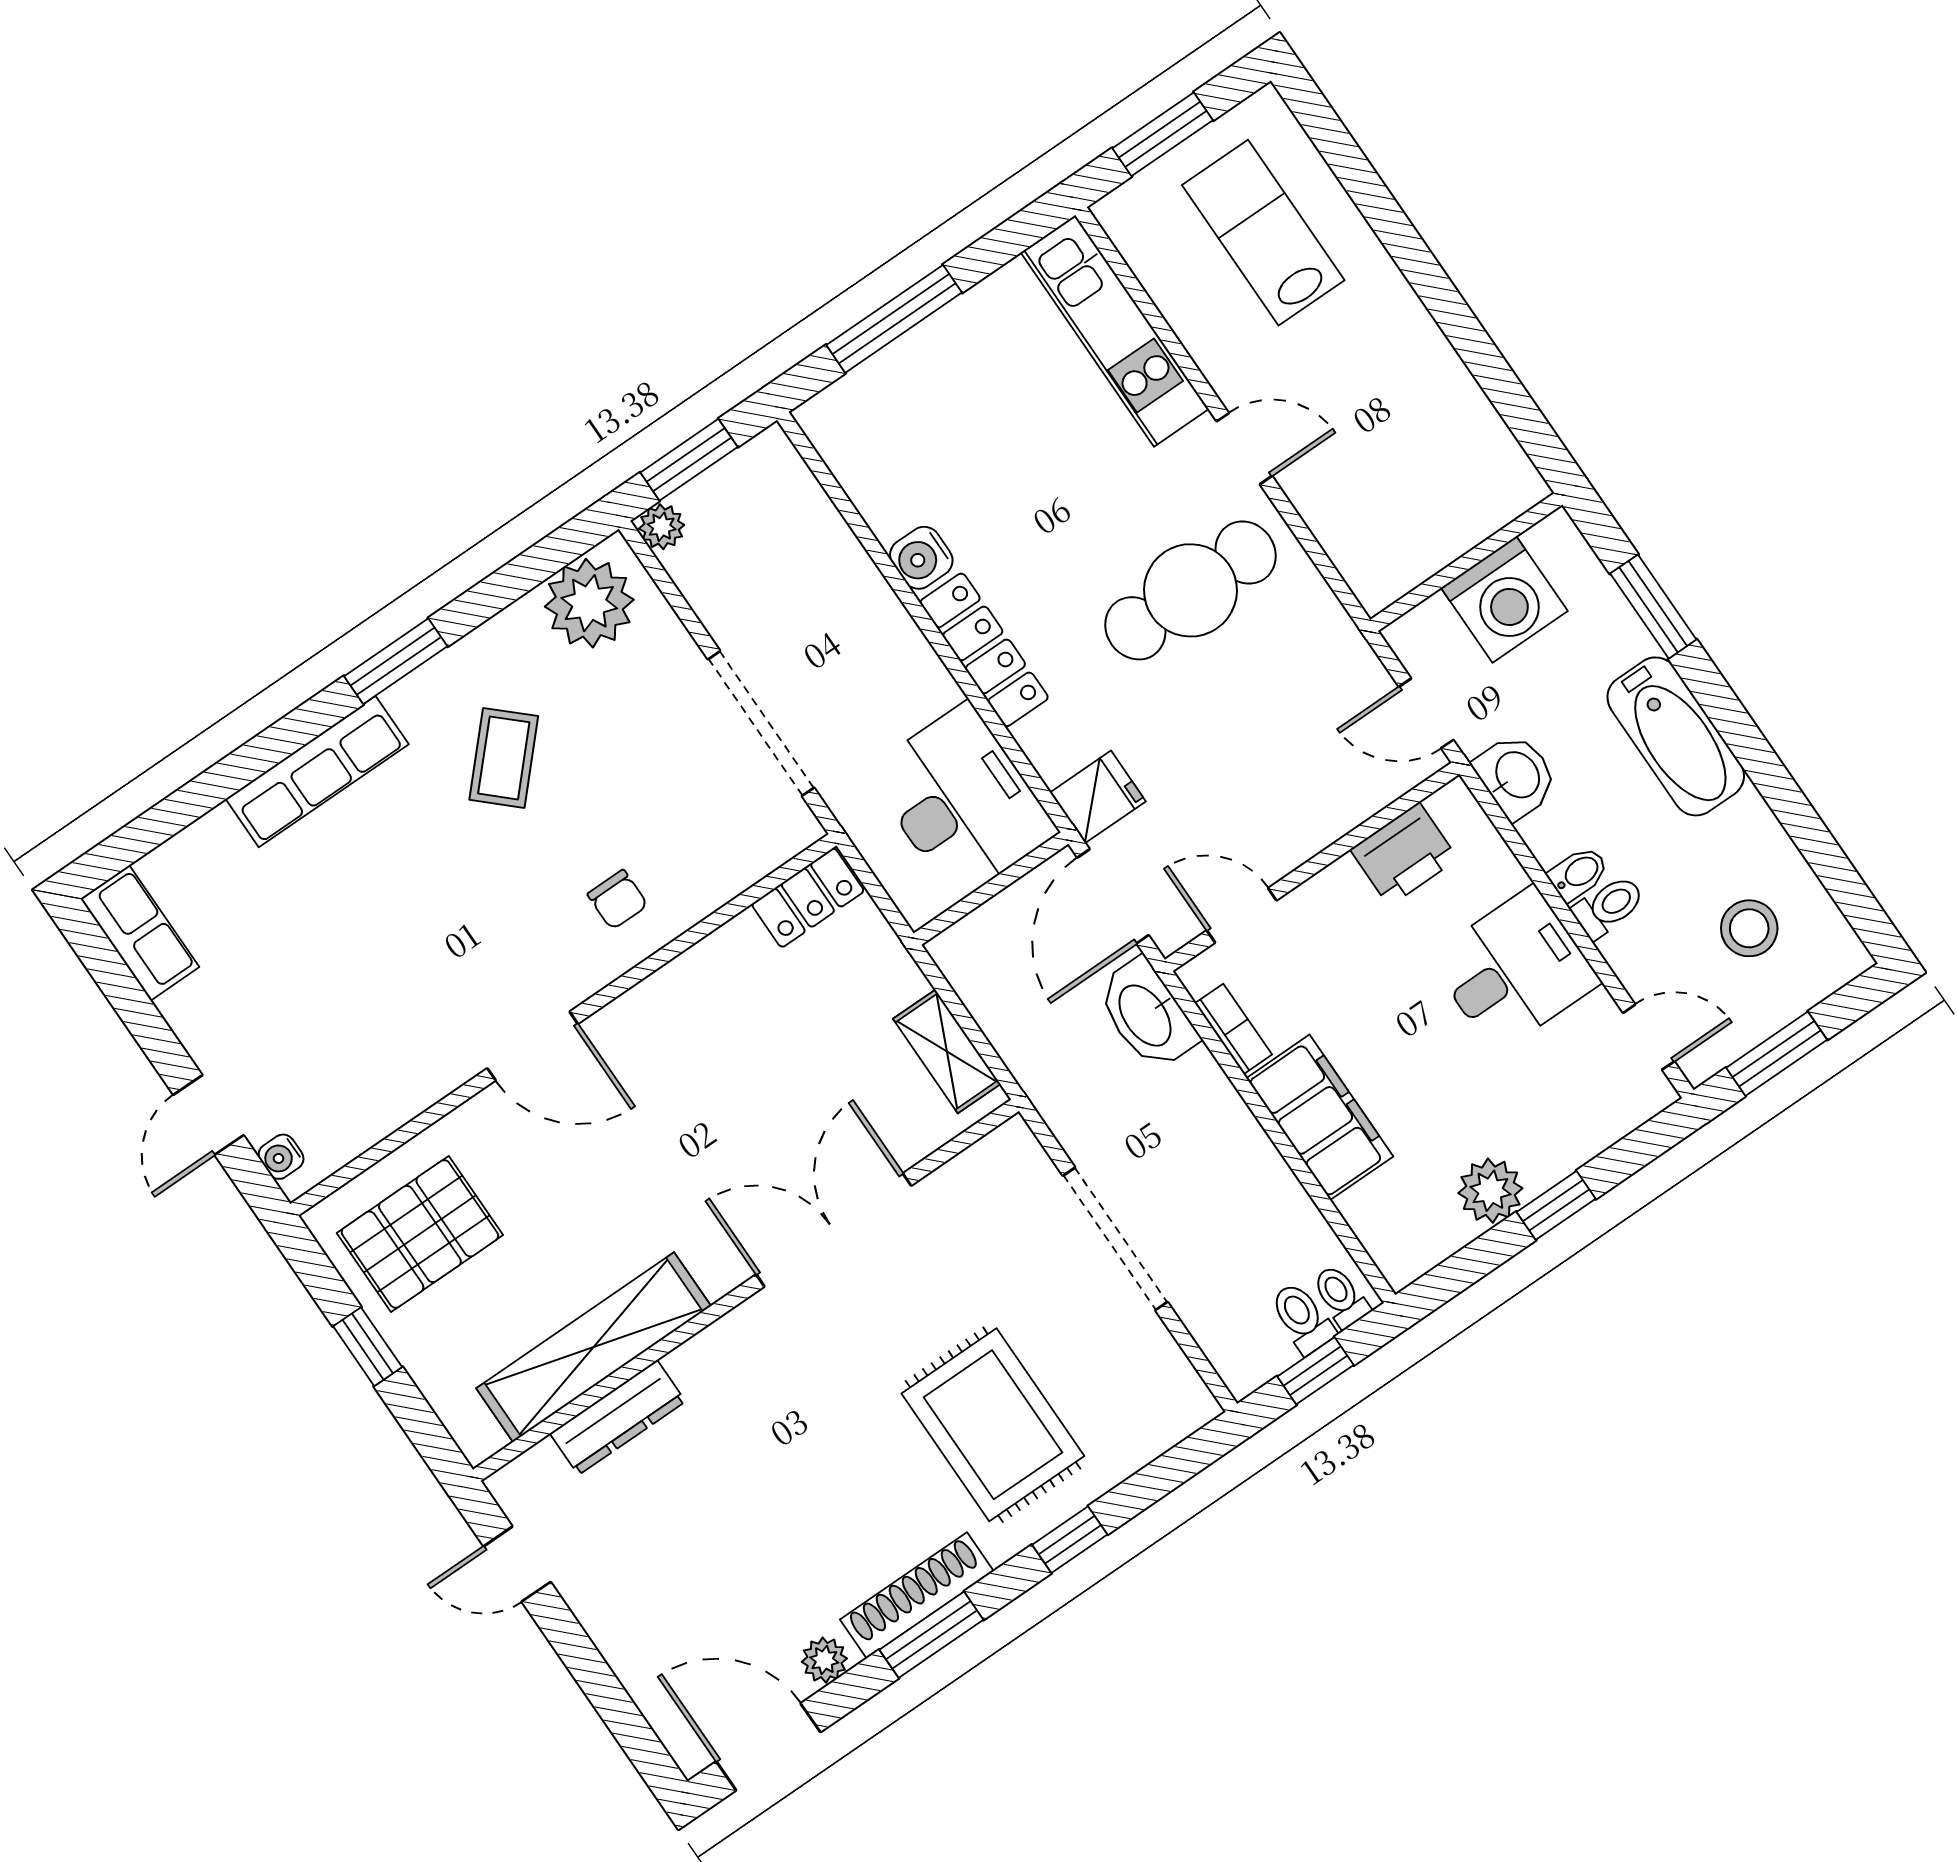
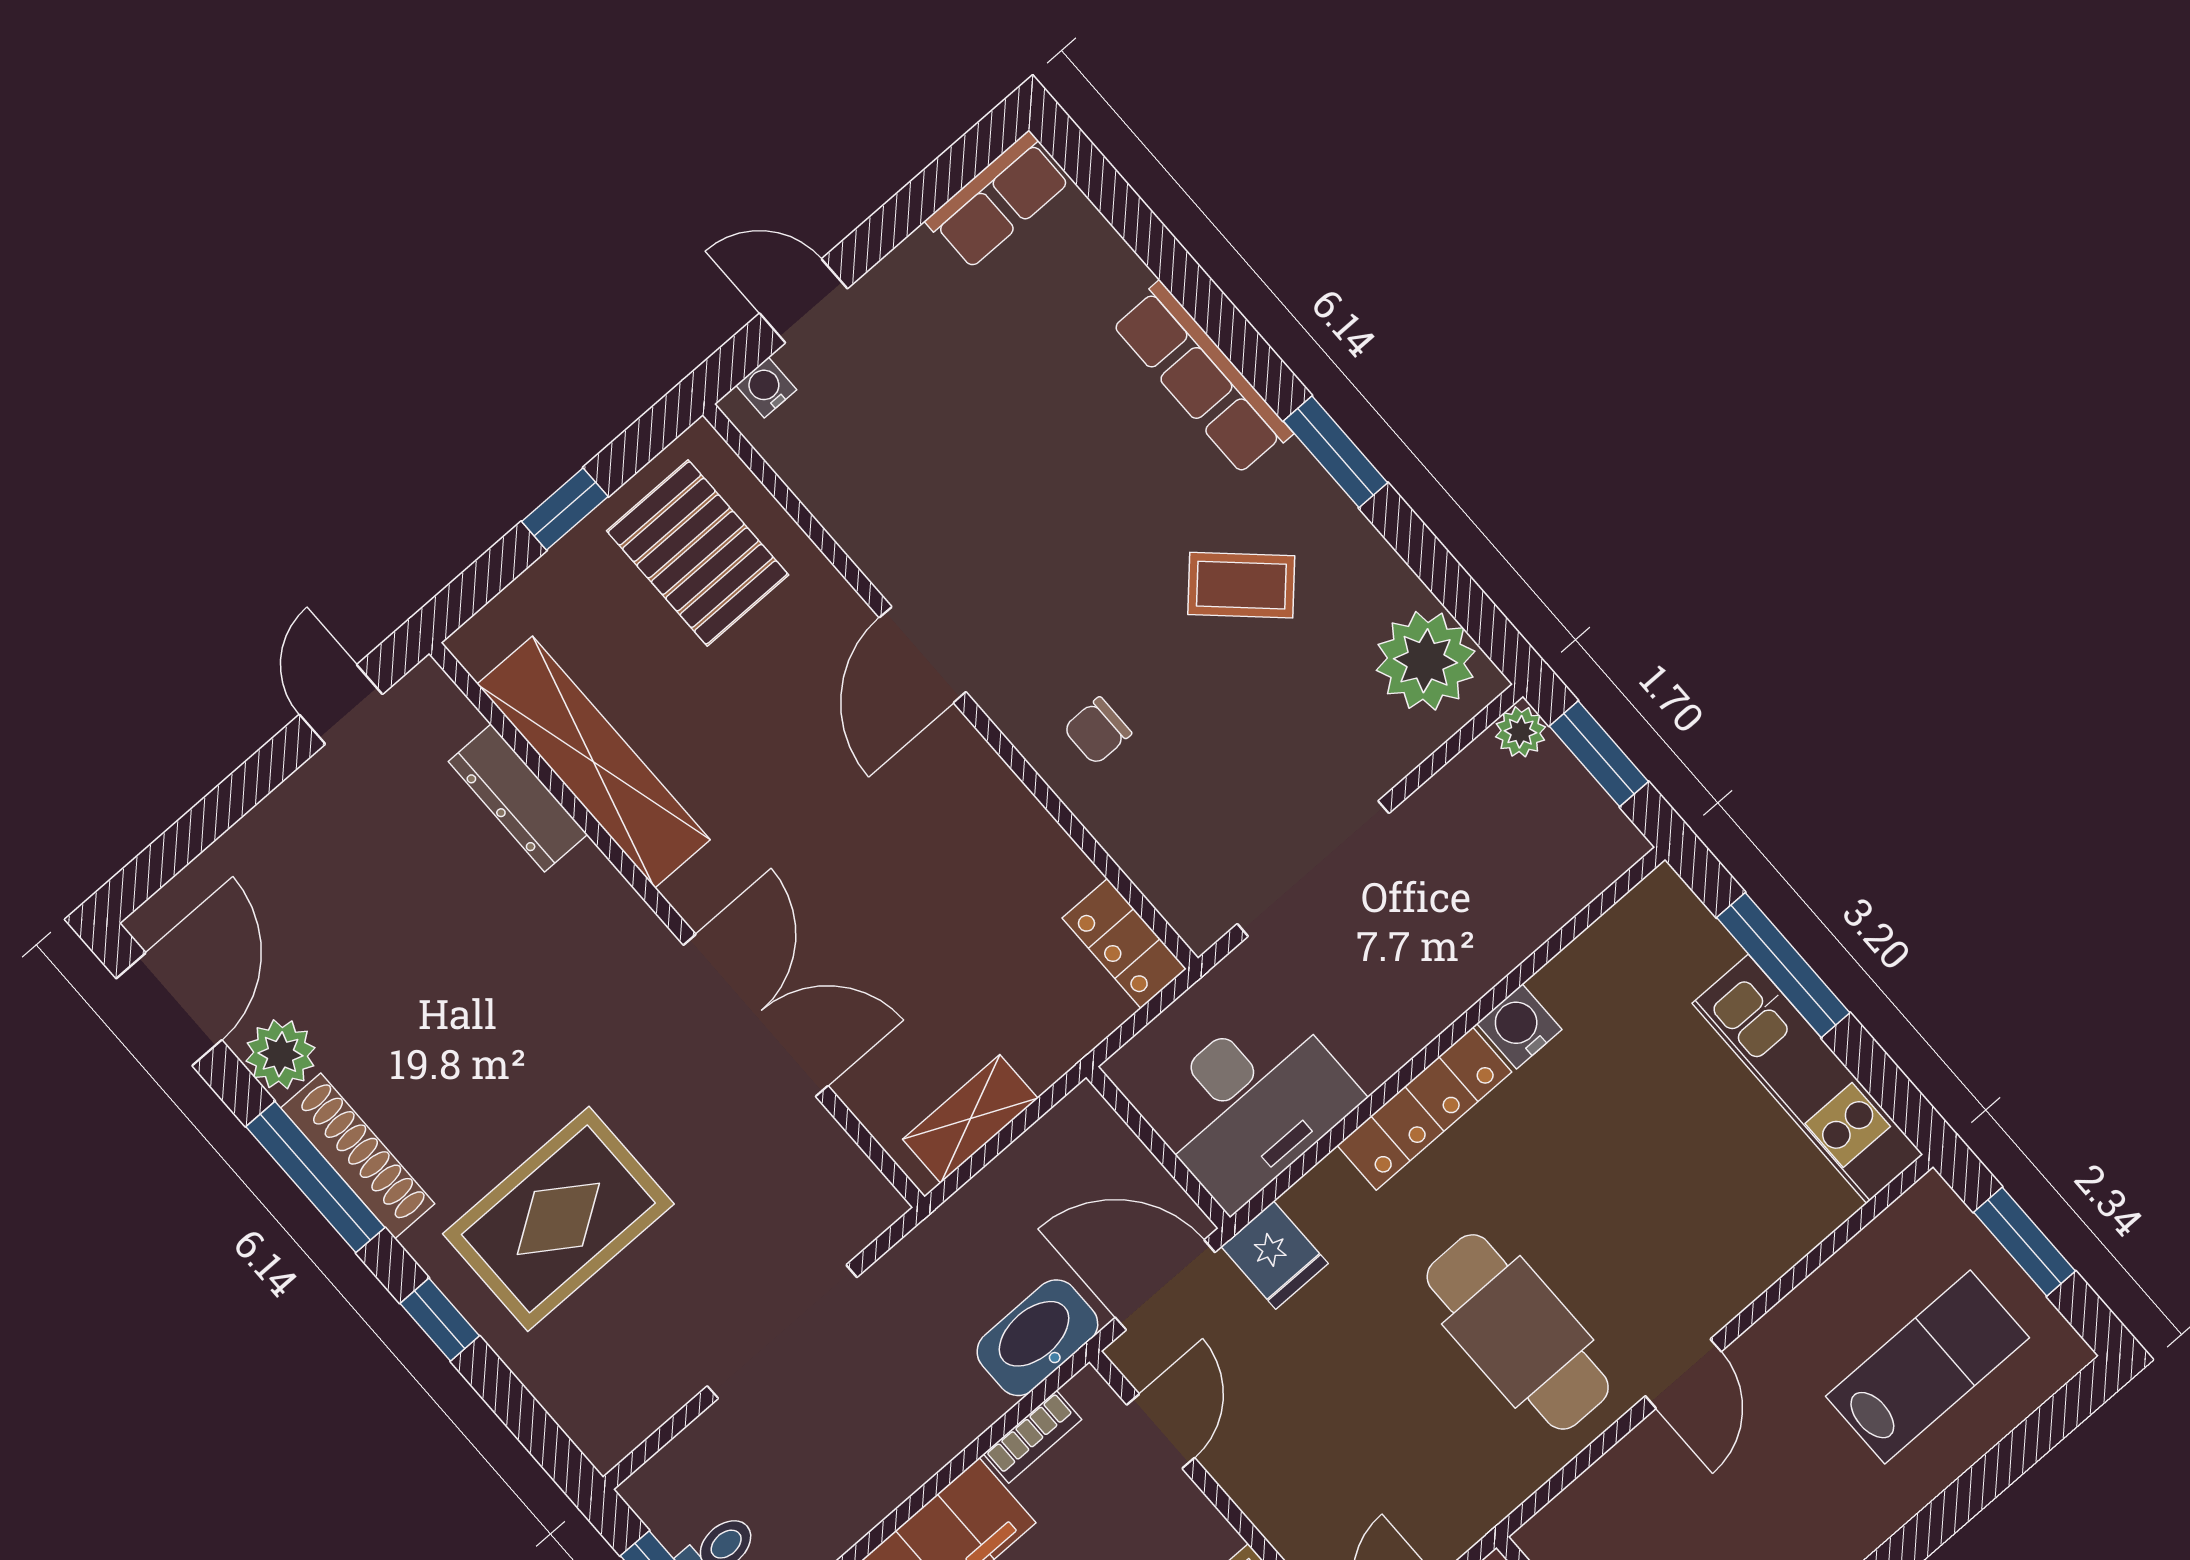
kitchen unit: (1115, 331) -> (1807, 1079), moved, turned -90
window: (931, 1635) -> (315, 1177), width x1.44
plant: (824, 1660) -> (280, 1054), width x1.38, depth x1.38

